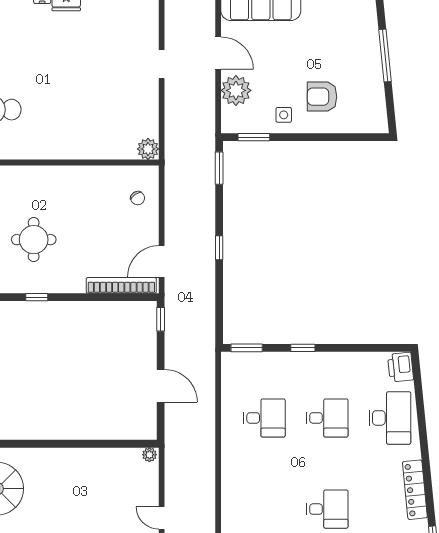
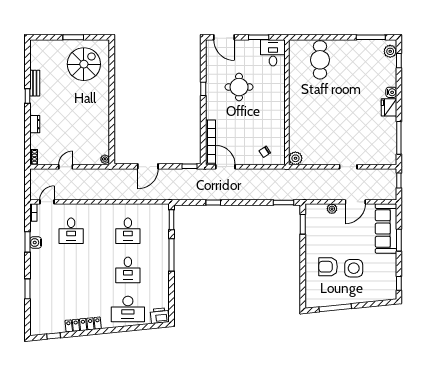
window: (385, 56) -> (335, 308), moved
plant: (236, 90) -> (332, 209), width x0.53, depth x0.53
armchair: (322, 97) -> (328, 267), turned -90
side table: (284, 115) -> (354, 268), moved, width x1.87, depth x1.87
window: (219, 248) -> (213, 202), moved
window: (303, 348) -> (172, 255), width x2.17
desk: (327, 509) -> (71, 231), moved

